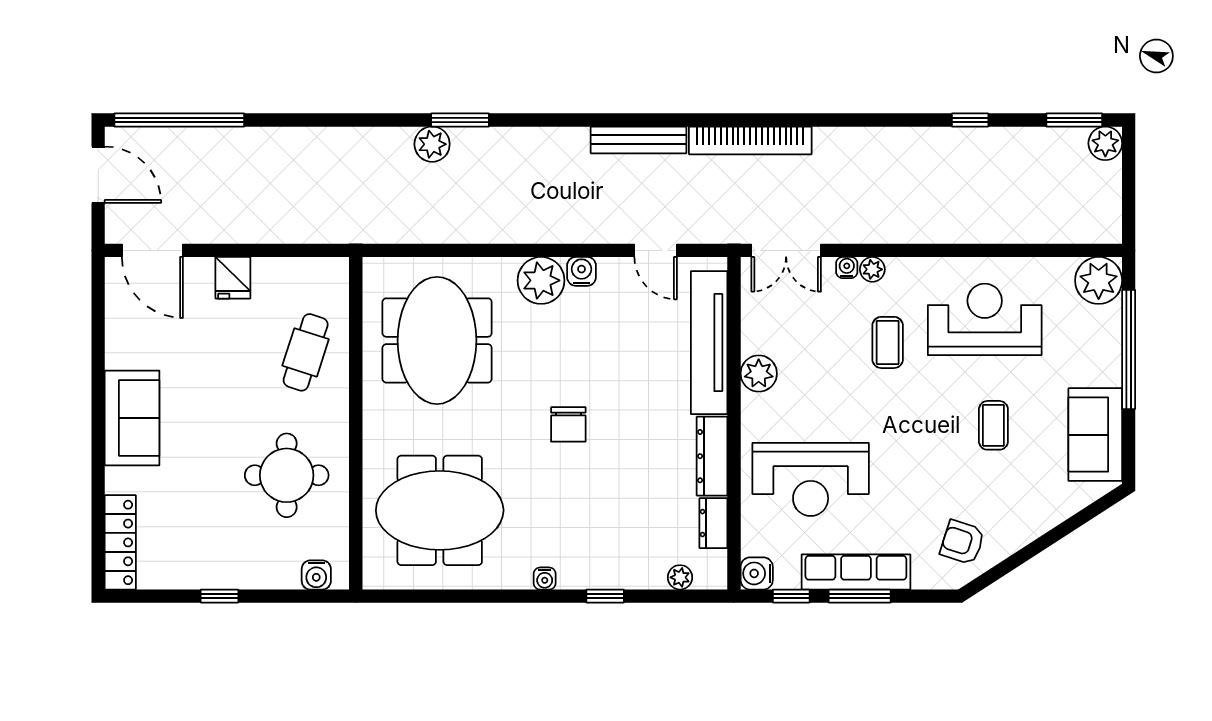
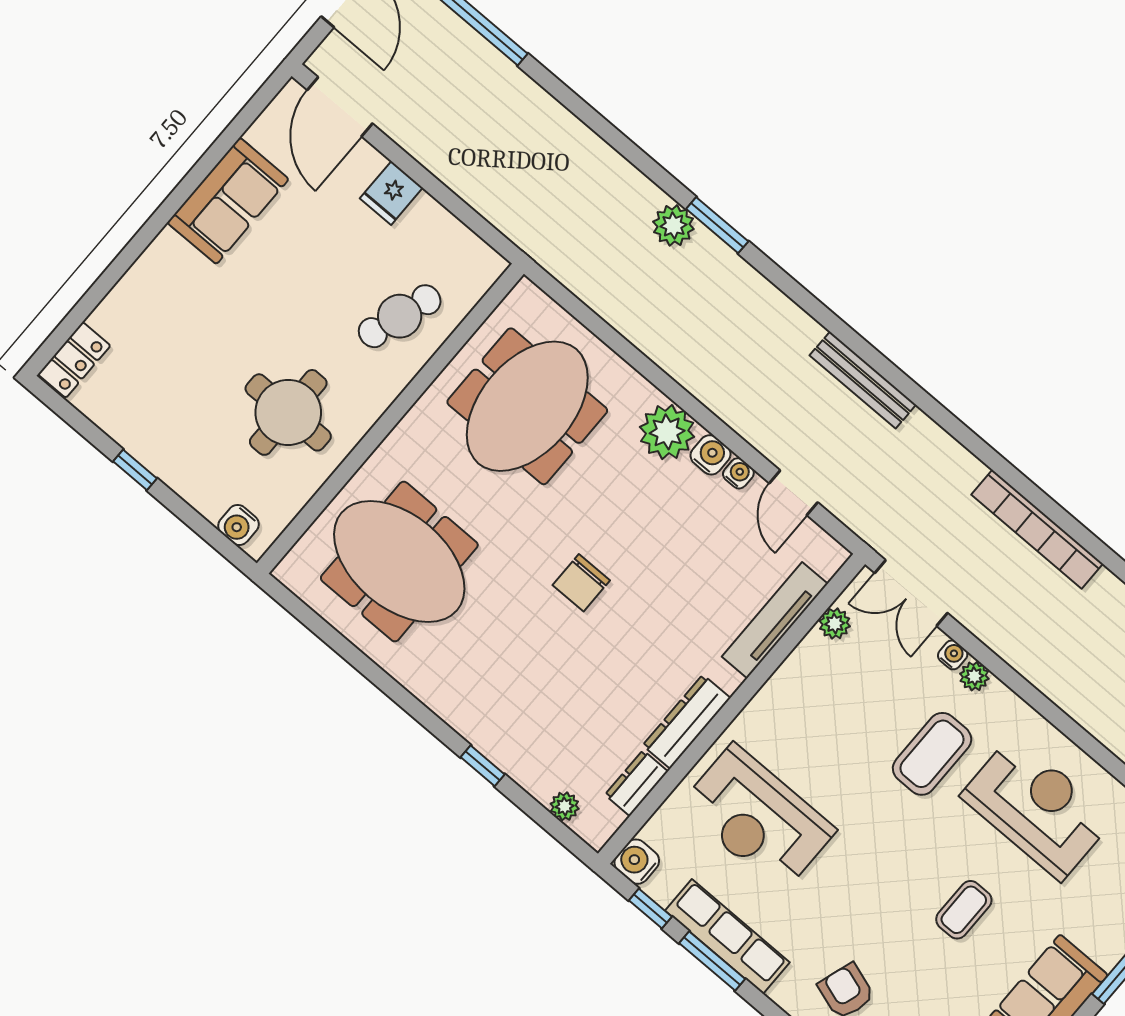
bookcase: (750, 140) -> (1037, 529), moved
coffee table: (888, 342) -> (932, 754), width x1.36, depth x1.30
tv unit: (709, 343) -> (775, 620), width x0.73, depth x0.78
plant: (759, 374) -> (835, 624), moved, width x0.73, depth x0.73
sofa: (132, 418) -> (228, 201), moved
locker: (120, 542) -> (74, 360), width x0.66
water cooler: (545, 579) -> (738, 473), moved, turned 180

